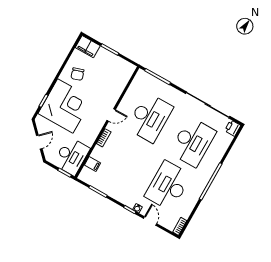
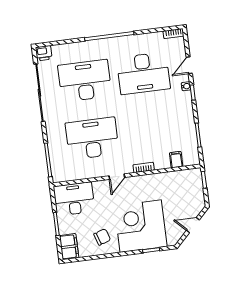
door: (111, 115) -> (117, 177), swing flipped
desk: (71, 156) -> (74, 199), moved

